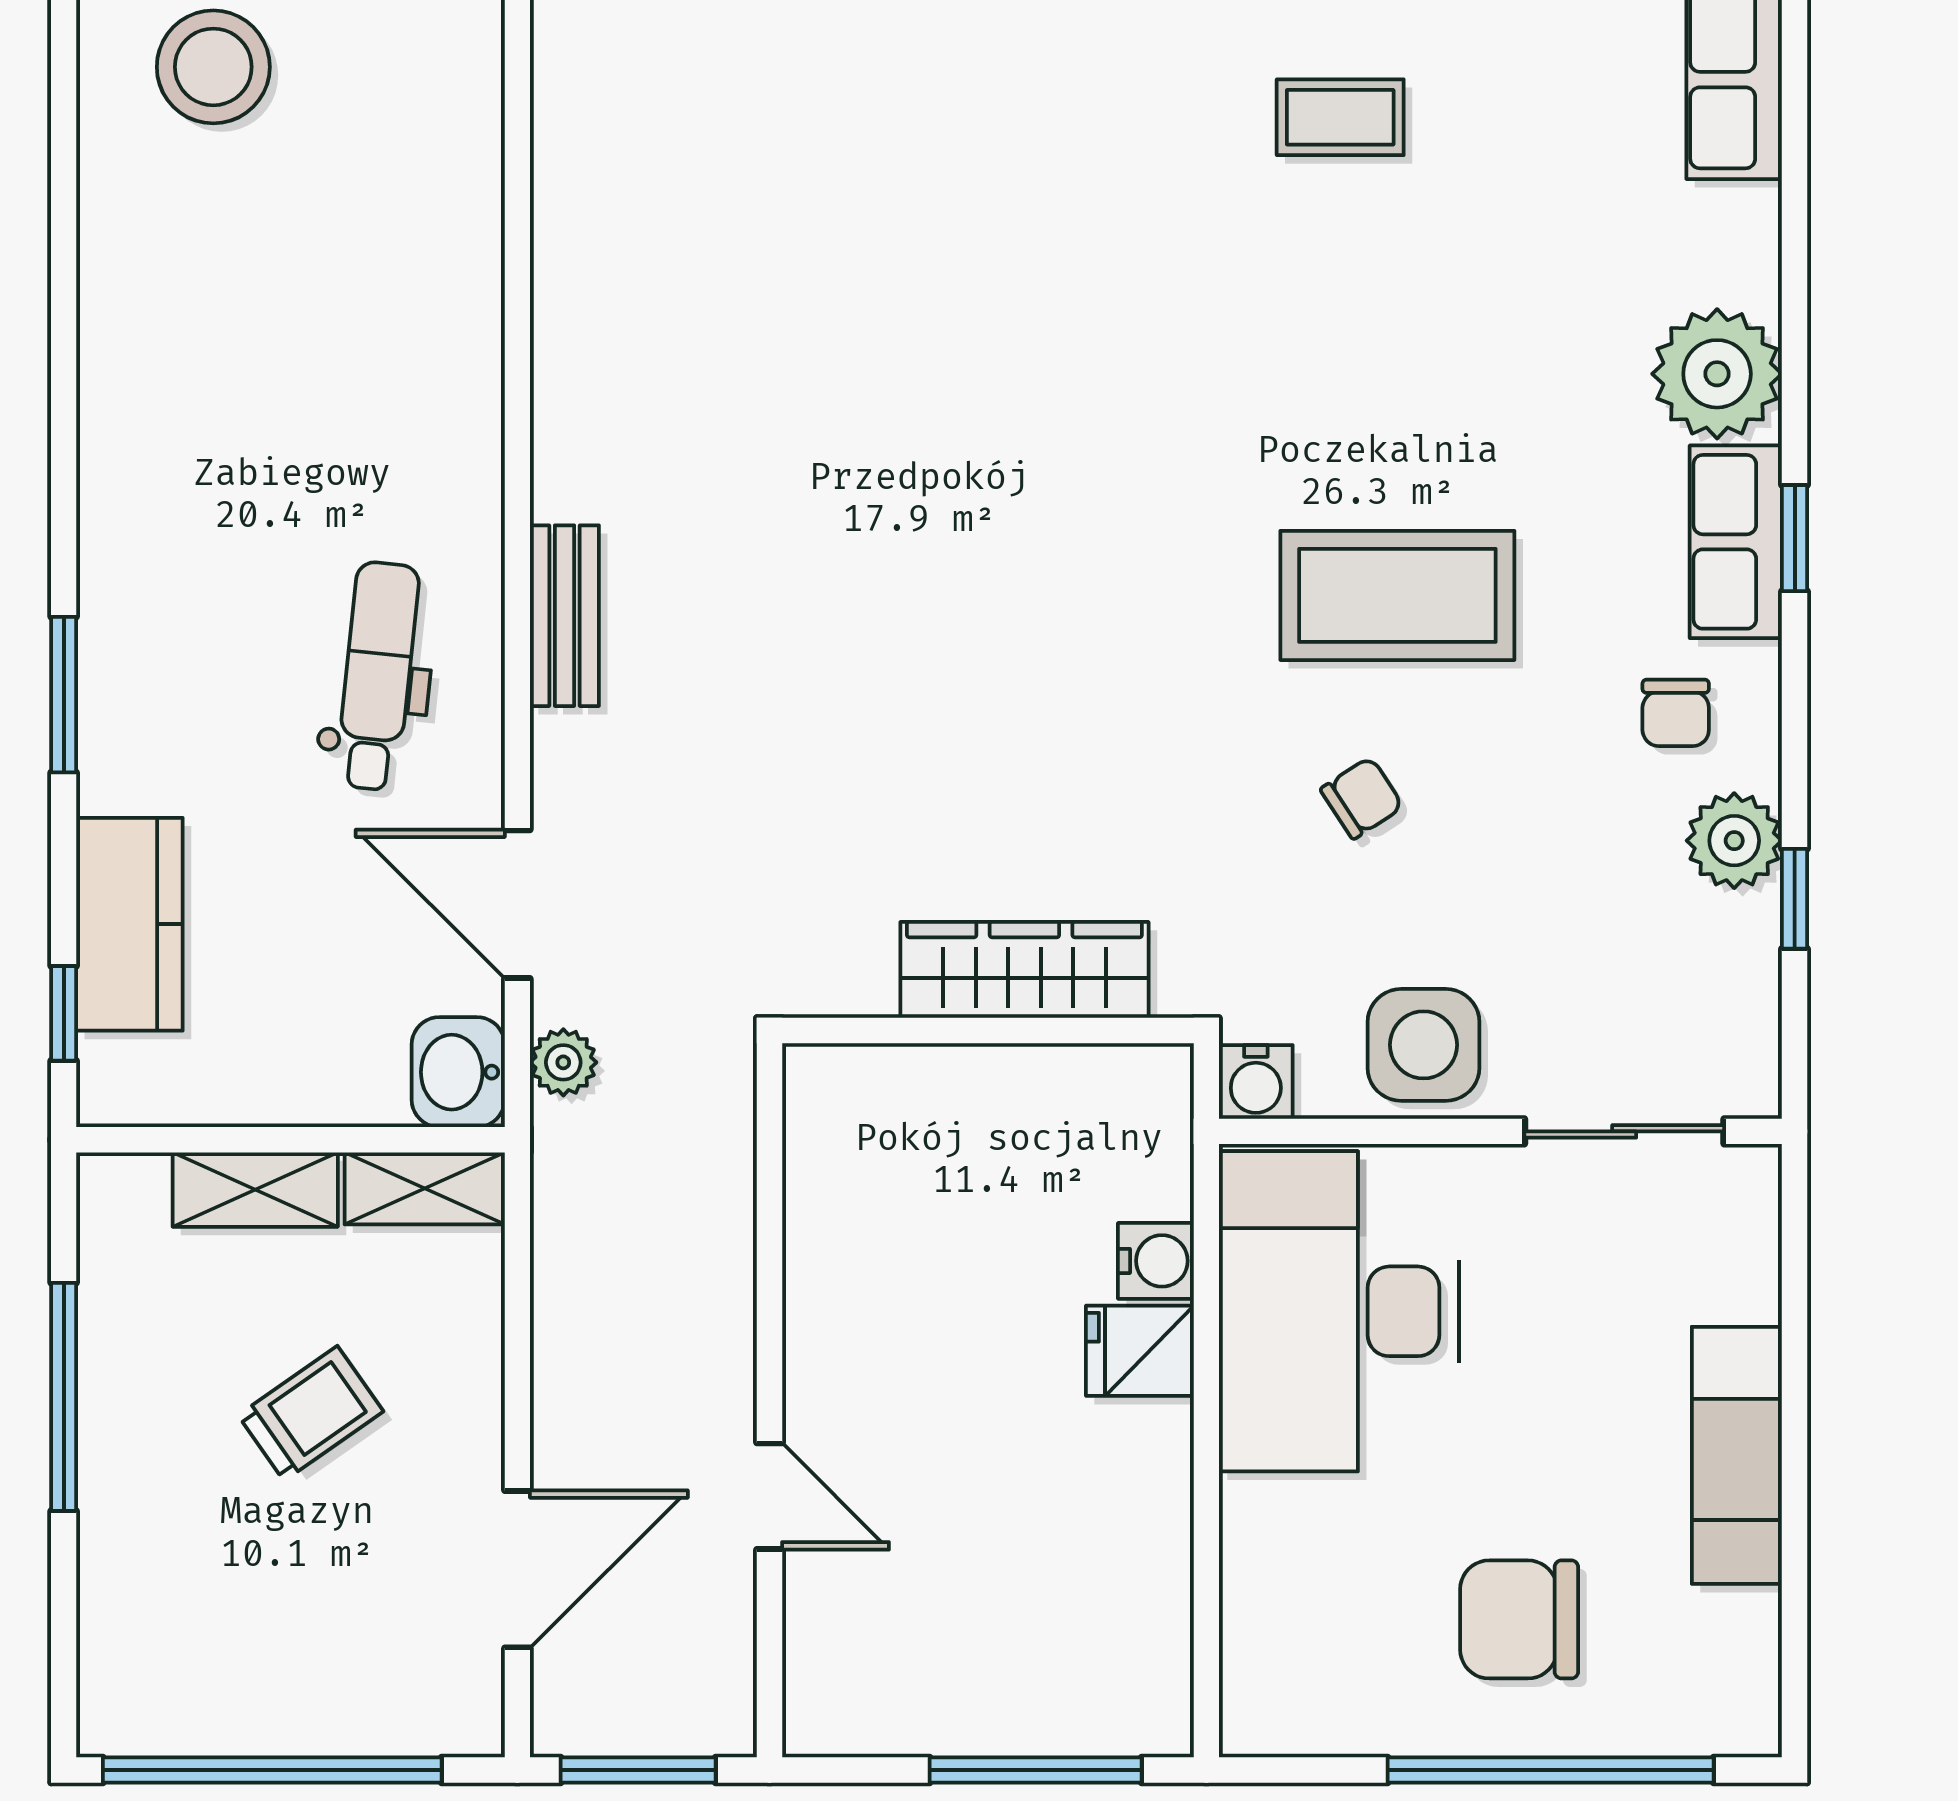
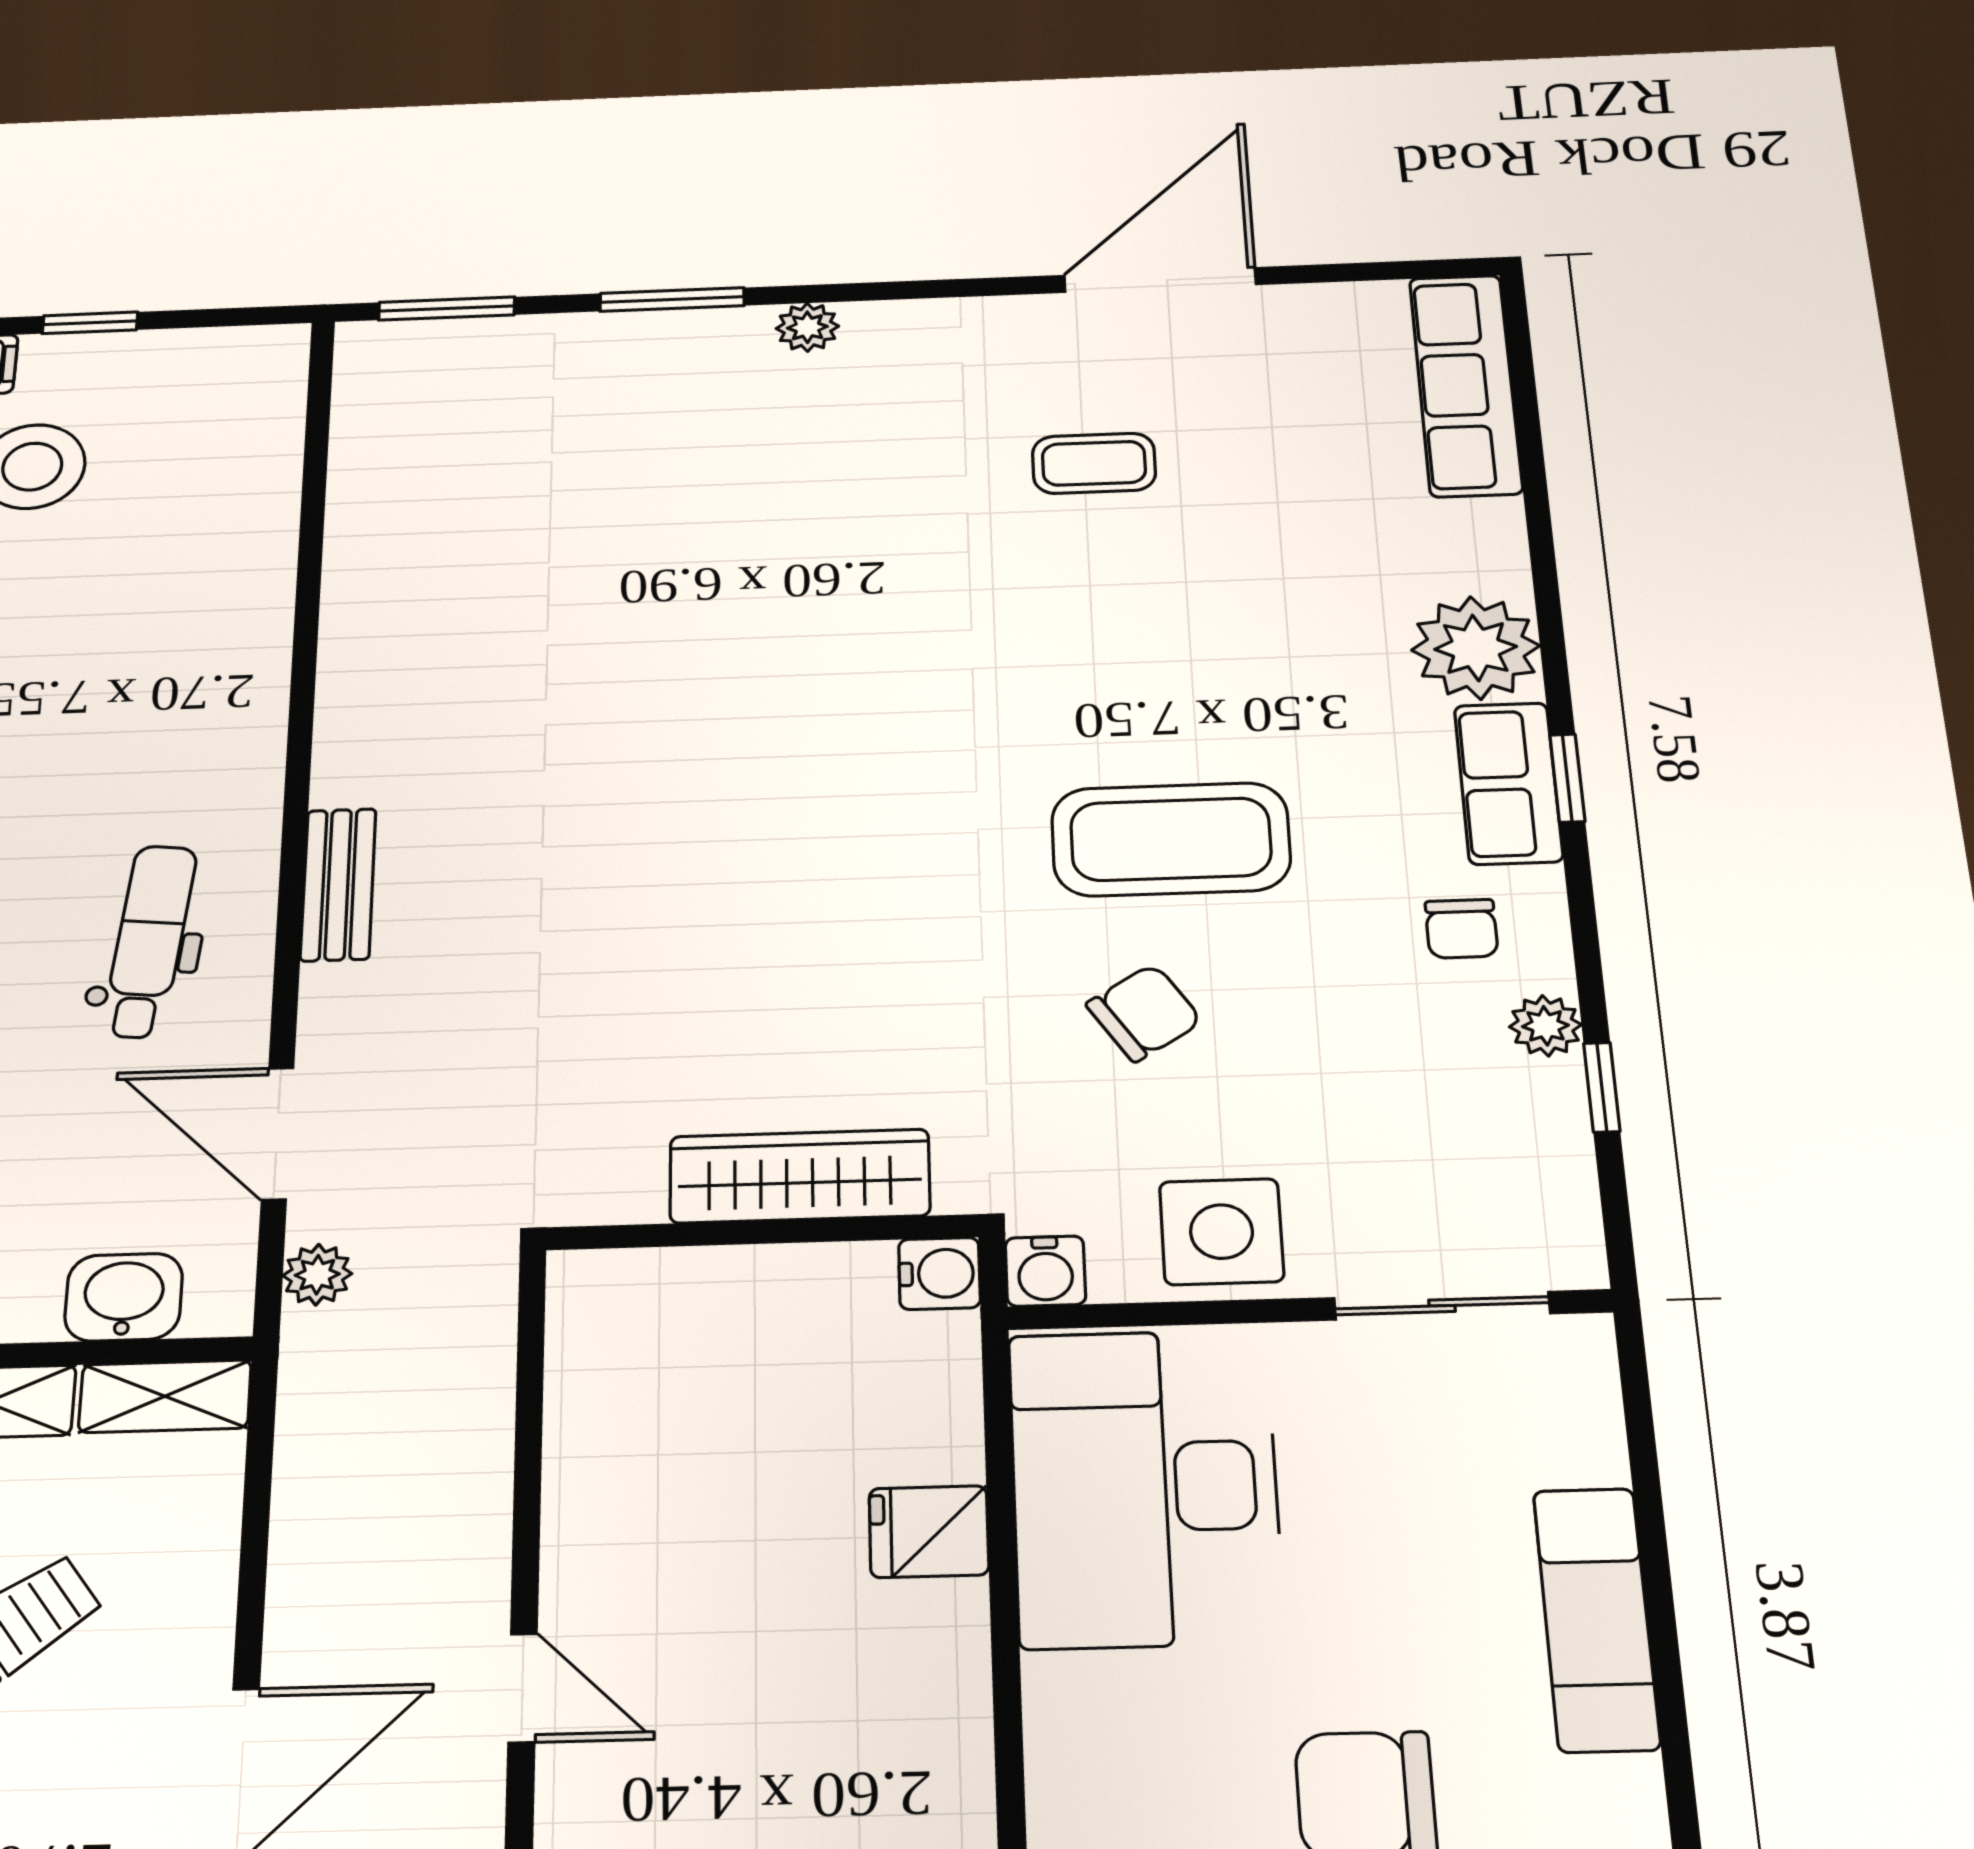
chair: (1362, 798) -> (1144, 1013), width x1.37, depth x1.37
plant: (1734, 841) -> (1545, 1026), width x0.73, depth x0.73
washbasin: (458, 1072) -> (124, 1297), moved, turned 90
water cooler: (1156, 1261) -> (939, 1273), moved

